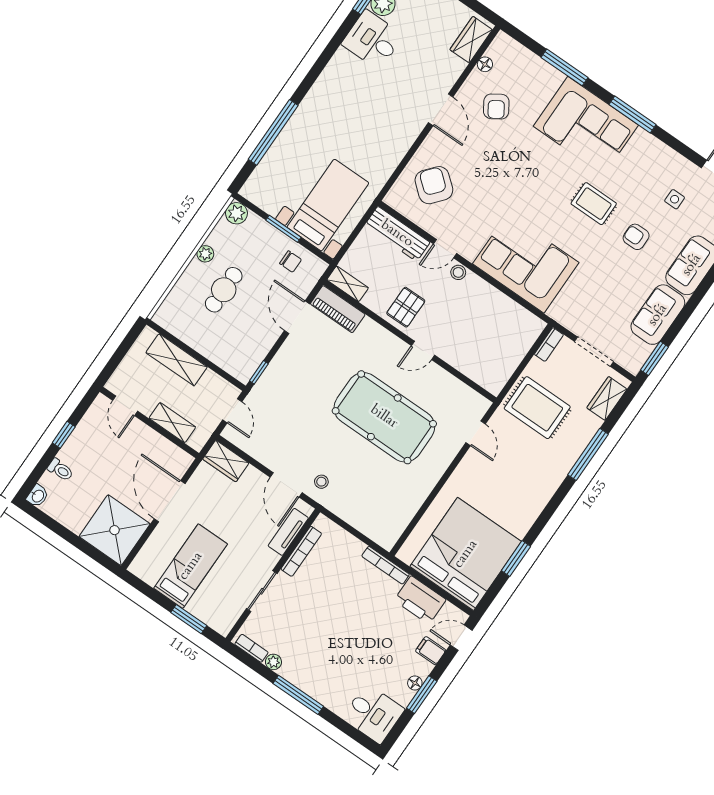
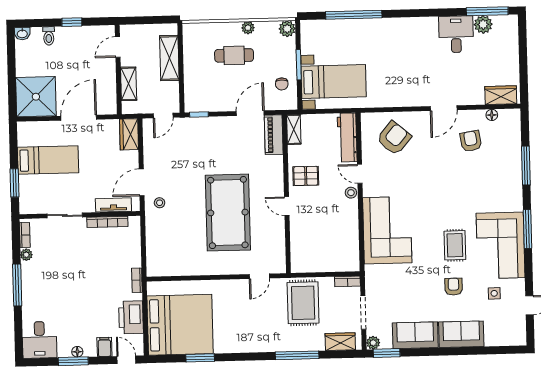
armchair: (496, 106) -> (471, 141), turned 114
corner sofa: (586, 126) -> (501, 245), moved
plant: (633, 365) -> (373, 343), added
bookcase: (386, 565) -> (137, 280), width x0.64

